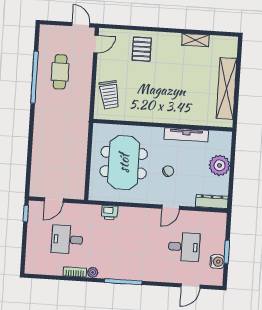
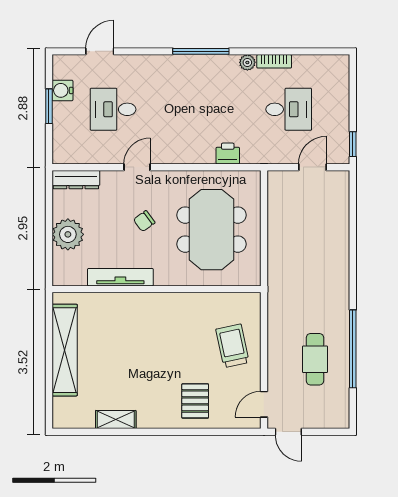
trolley: (109, 95) -> (233, 346), moved

